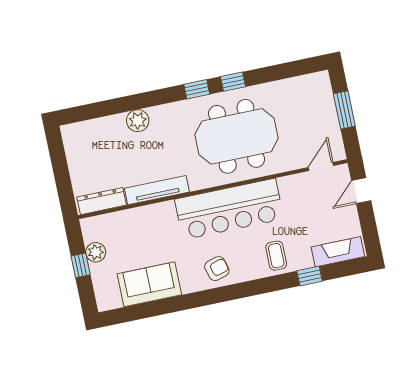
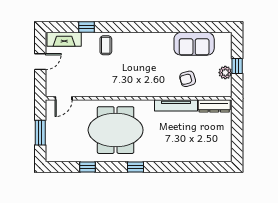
window: (233, 82) -> (88, 167), moved
plant: (138, 121) -> (179, 154), removed
door: (361, 191) -> (40, 62), moved
bar counter: (229, 209) -> (131, 83), removed
armchair: (217, 269) -> (188, 79), moved

